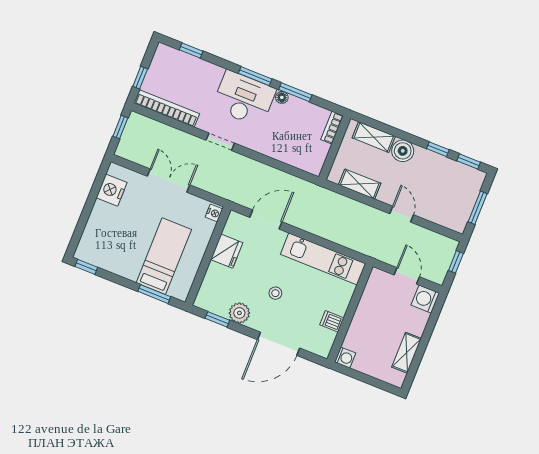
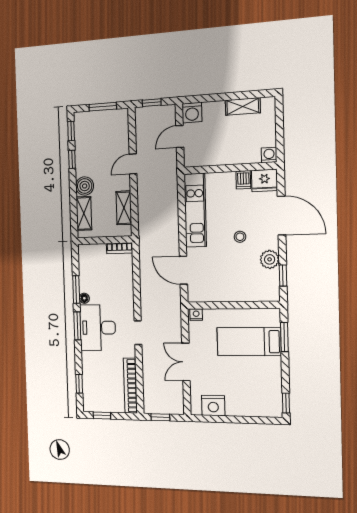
window: (140, 78) -> (102, 415), moved
bookcase: (332, 128) -> (119, 248), moved
fridge: (227, 251) -> (264, 180), moved, turned 180

